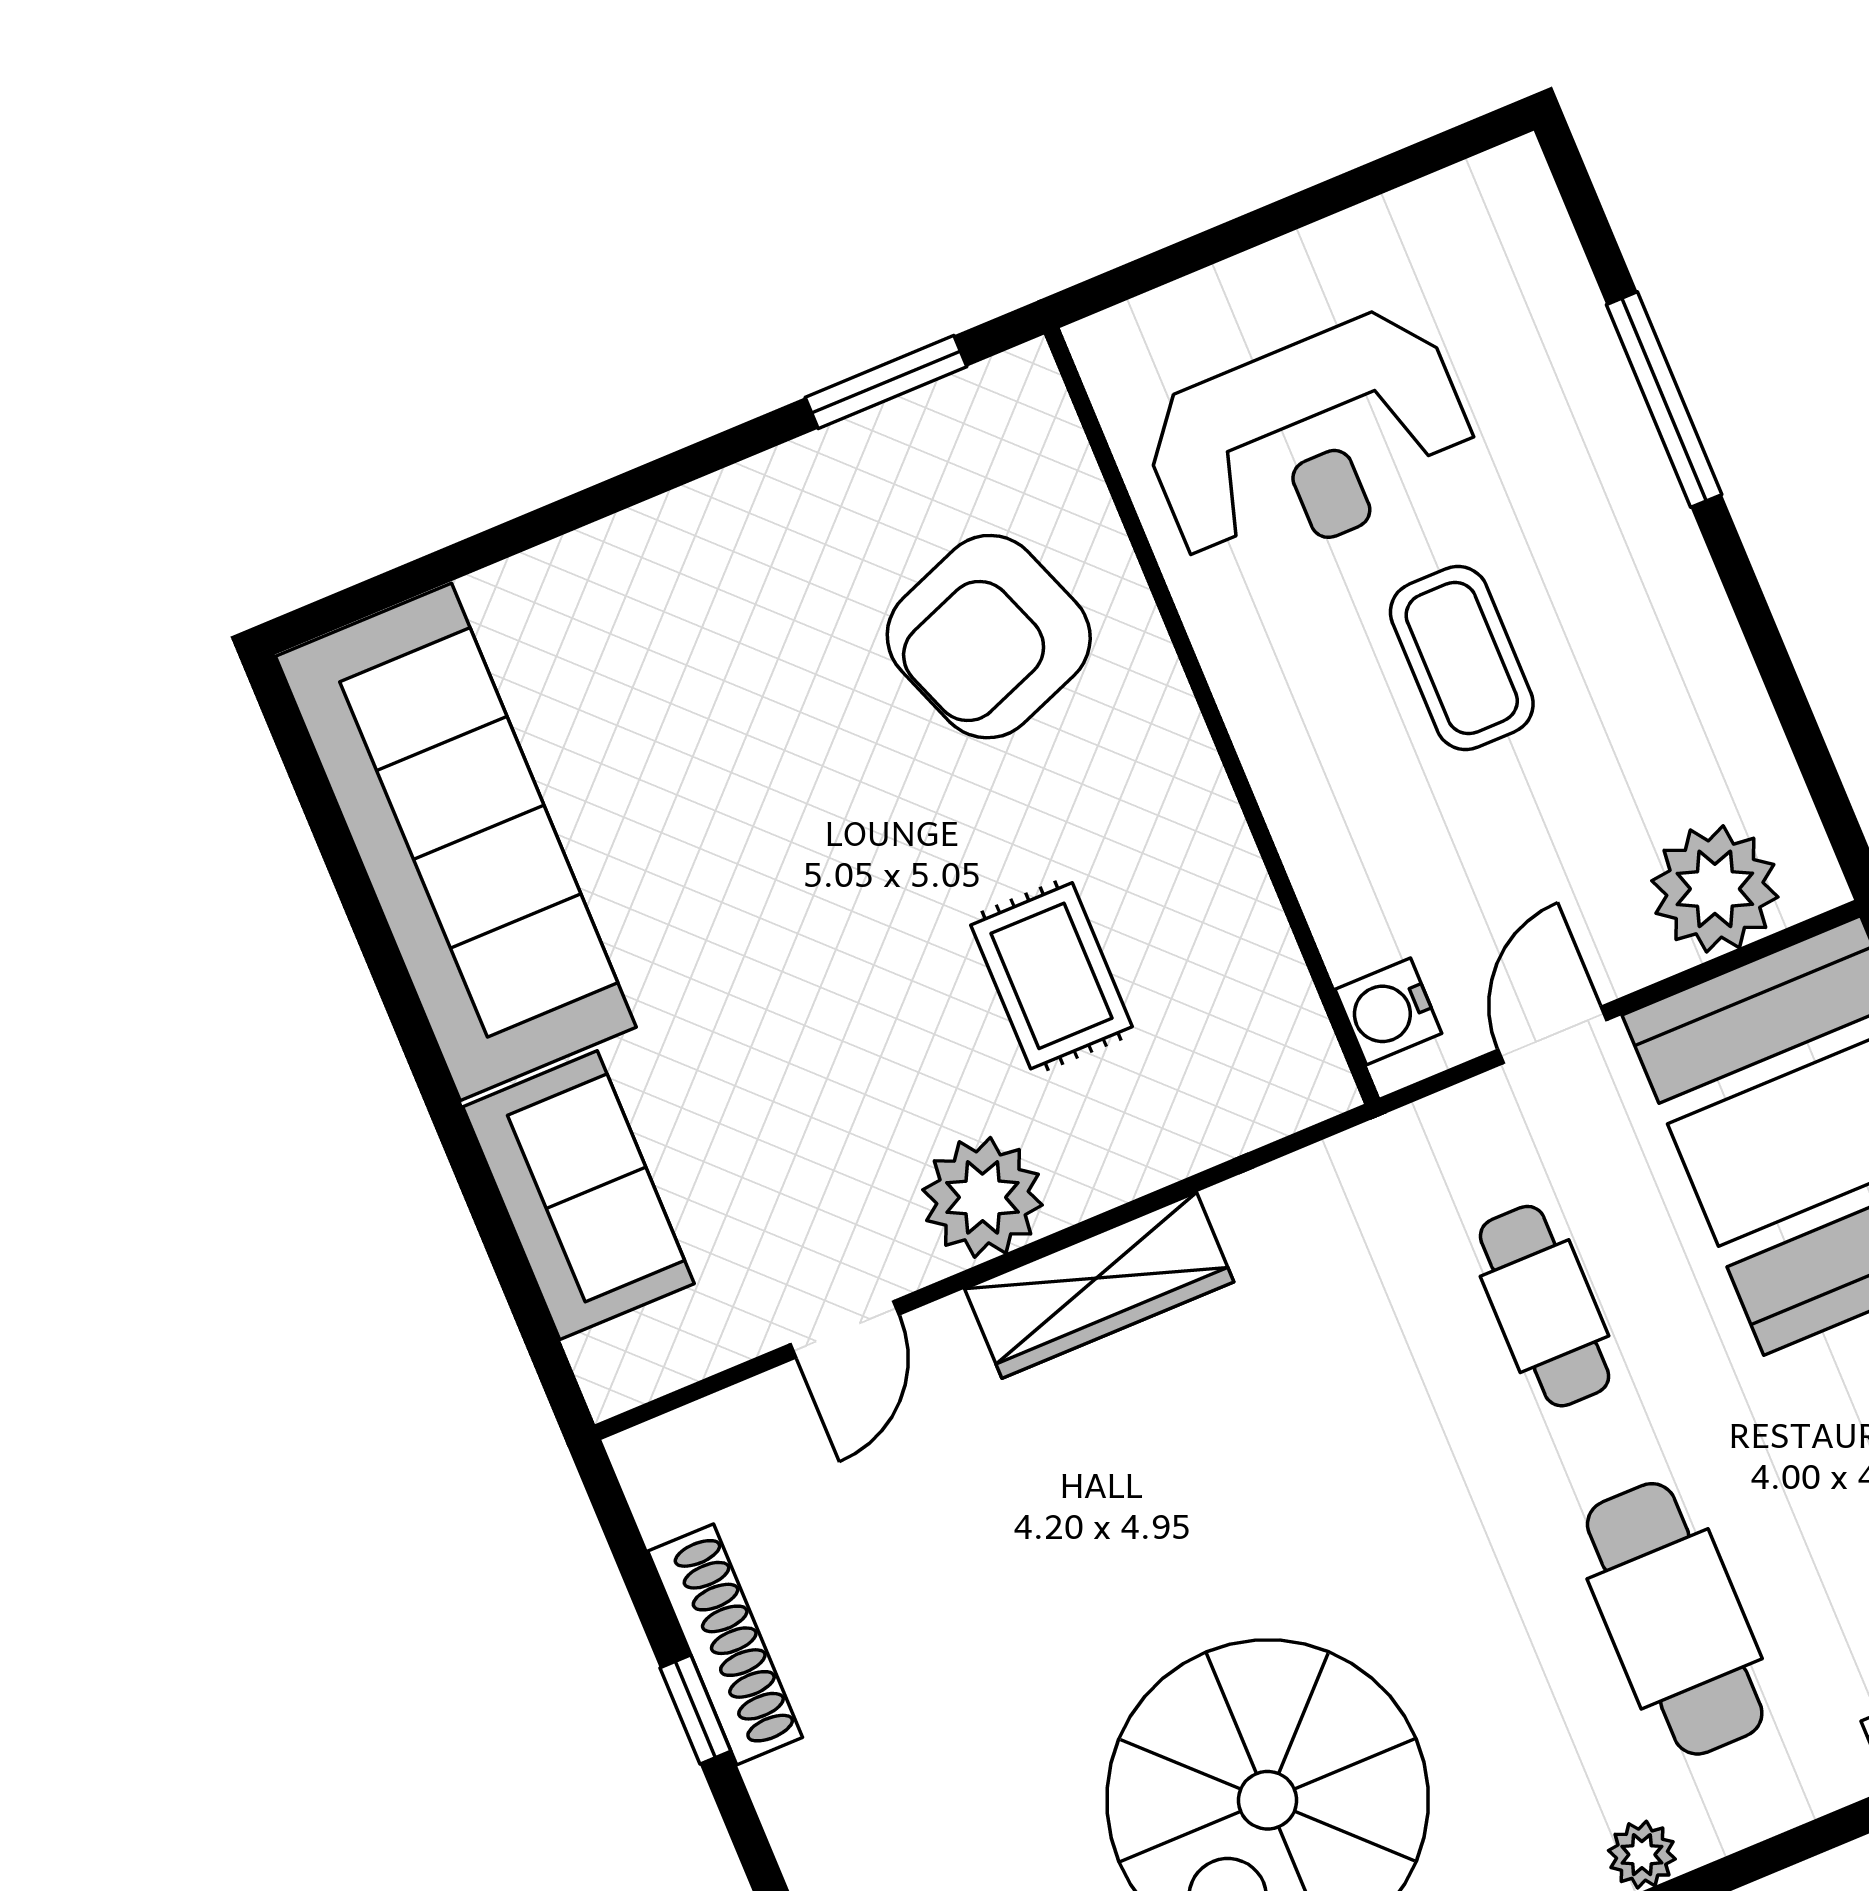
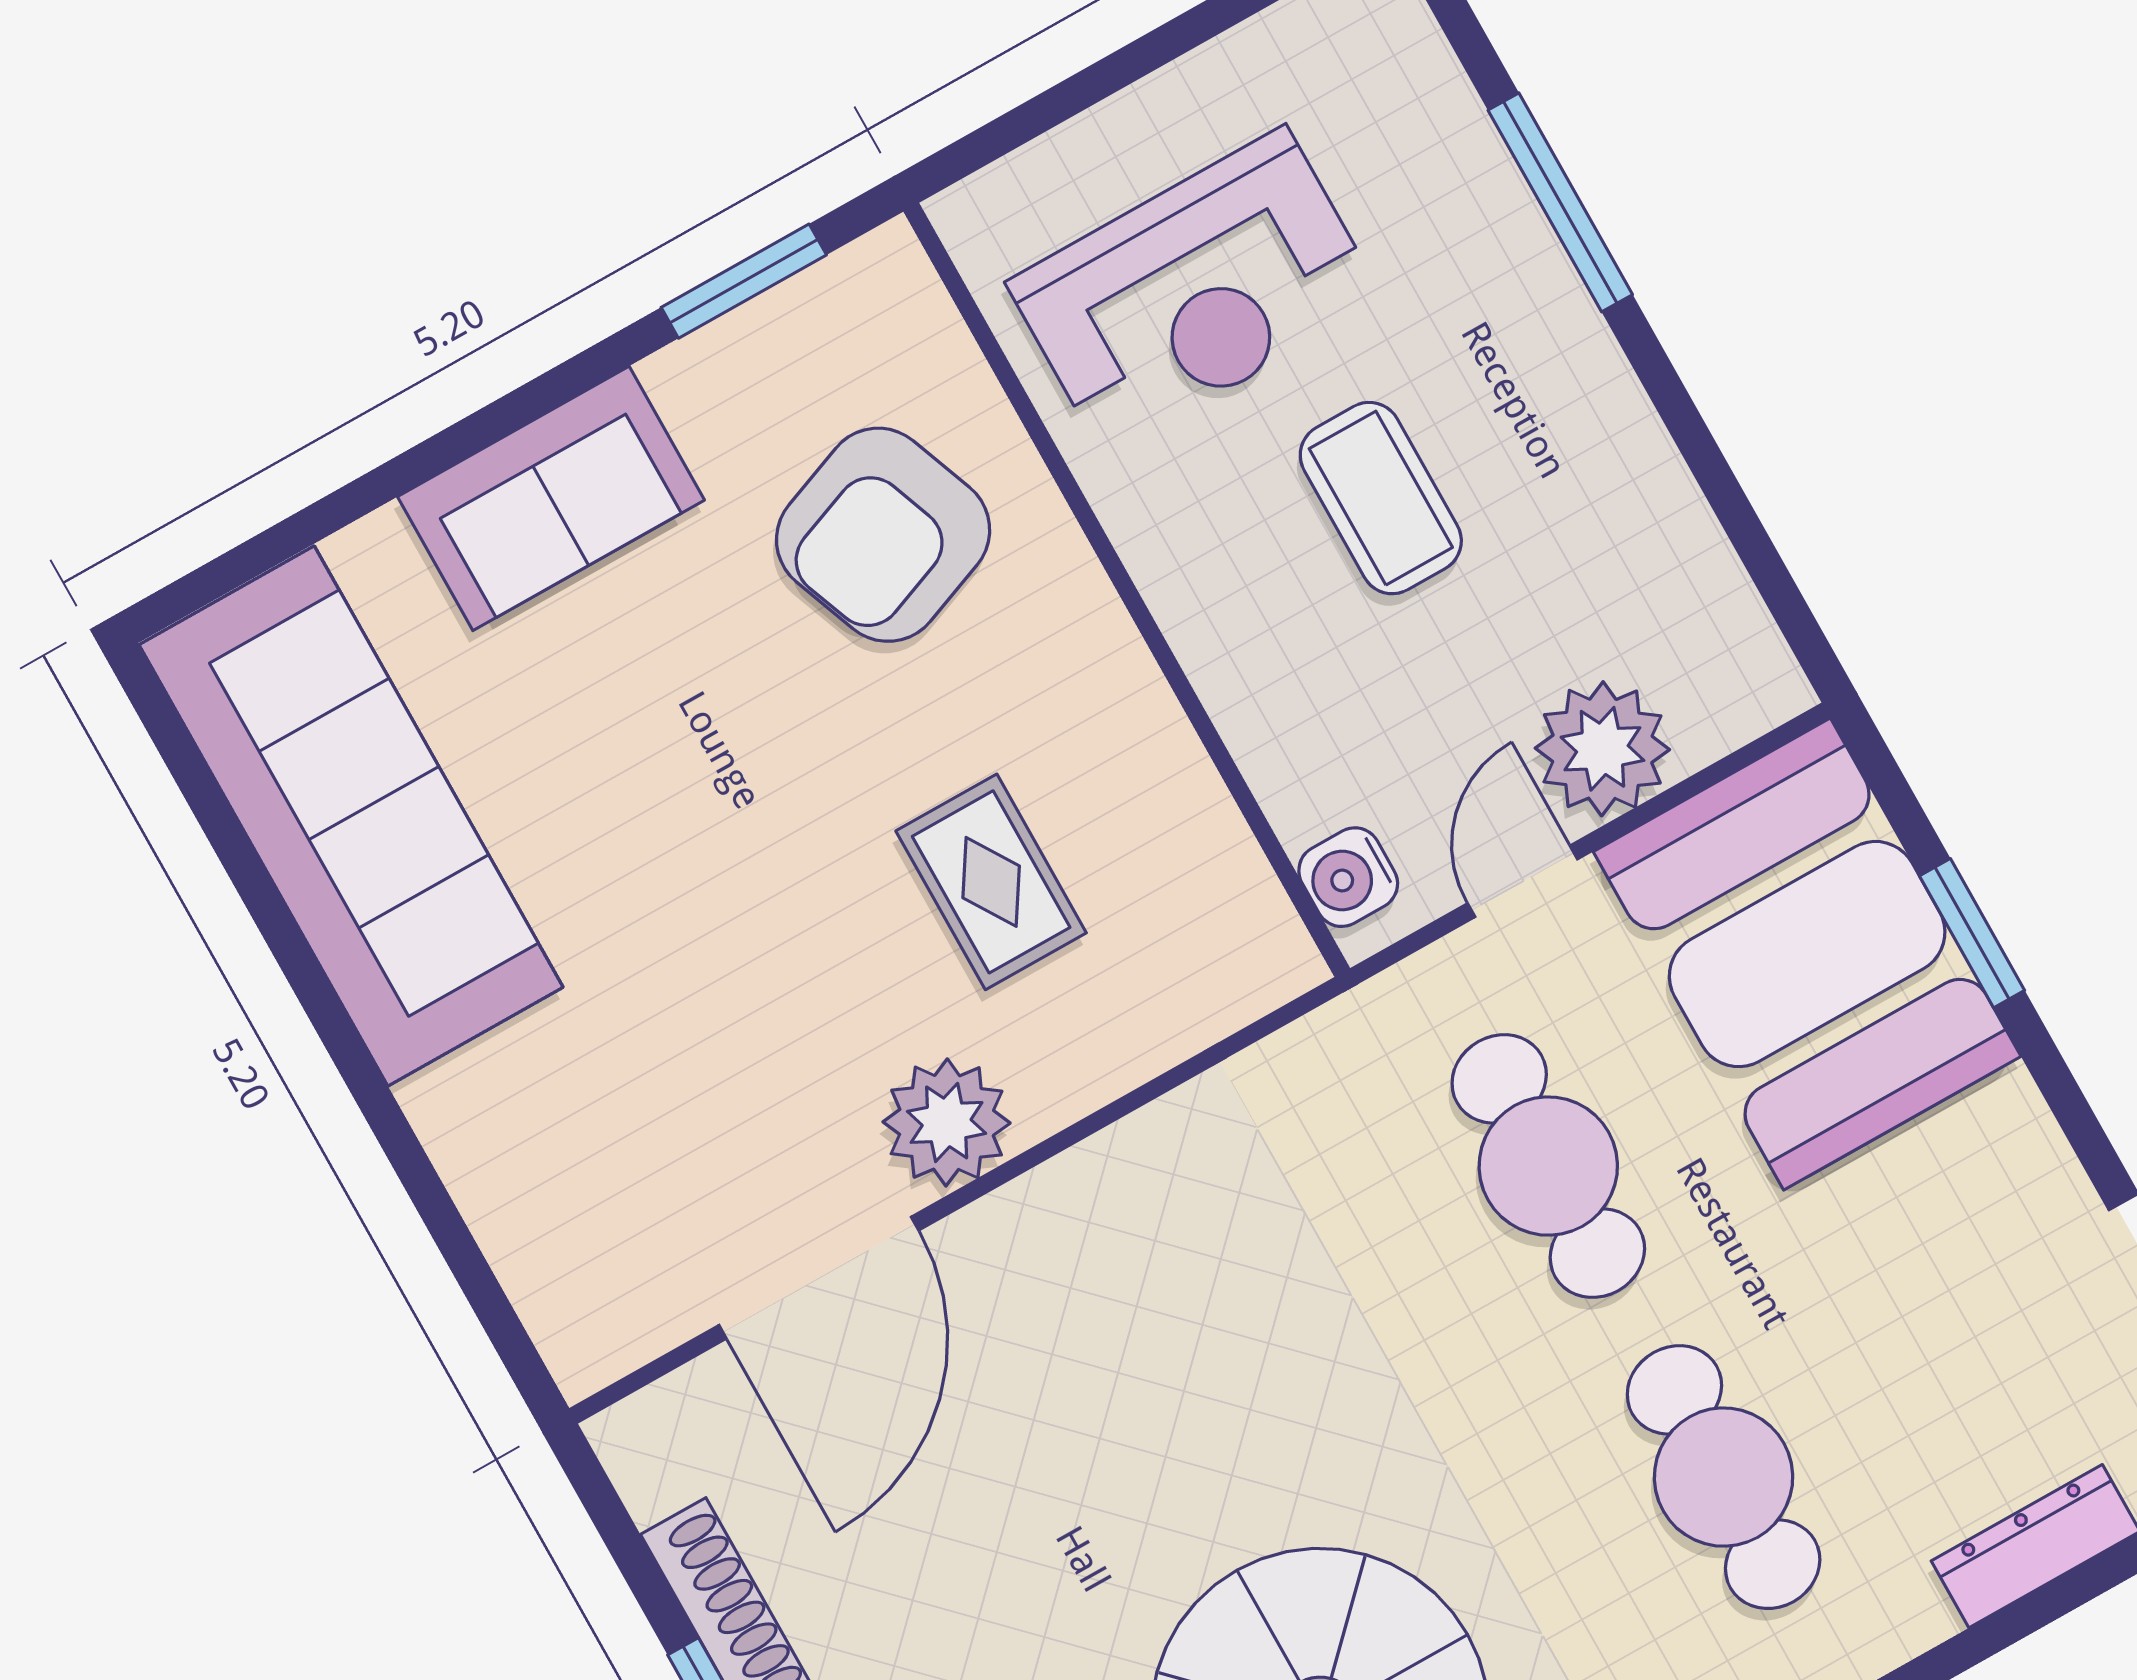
plant: (1715, 889) -> (1602, 749), moved
sofa: (579, 1195) -> (551, 498), moved, turned 90
wardrobe: (1099, 1285) -> (1080, 1200), removed
cafe table: (1545, 1306) -> (1548, 1166), width x1.37, depth x1.35
door: (845, 1329) -> (819, 1278), width x1.87

